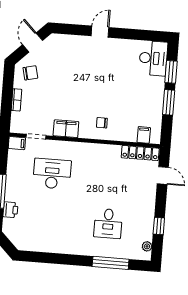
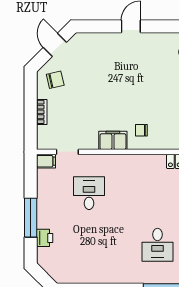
filing cabinet: (66, 129) -> (113, 140), moved
desk: (52, 174) -> (89, 193), width x0.73

